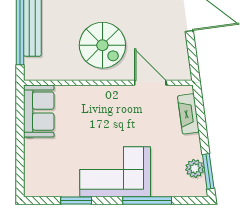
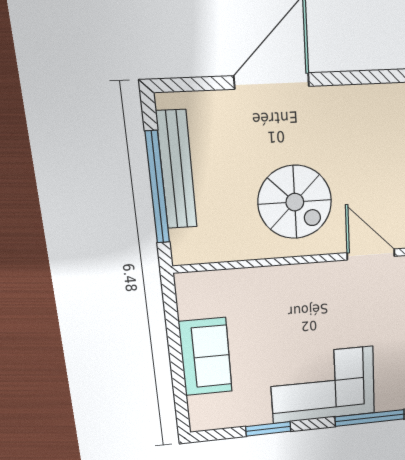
sofa: (39, 111) -> (206, 357), moved

